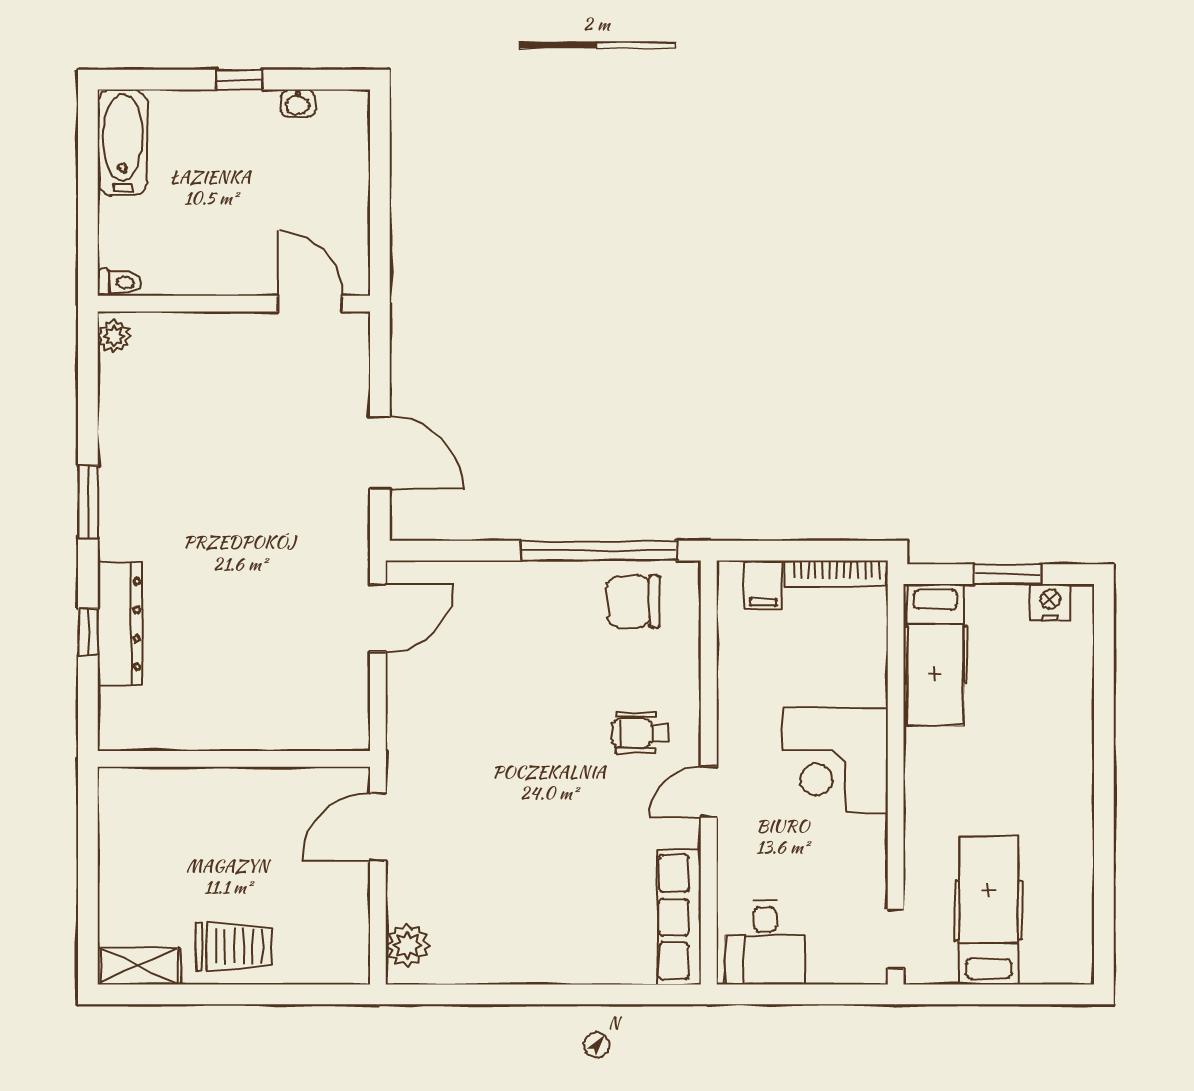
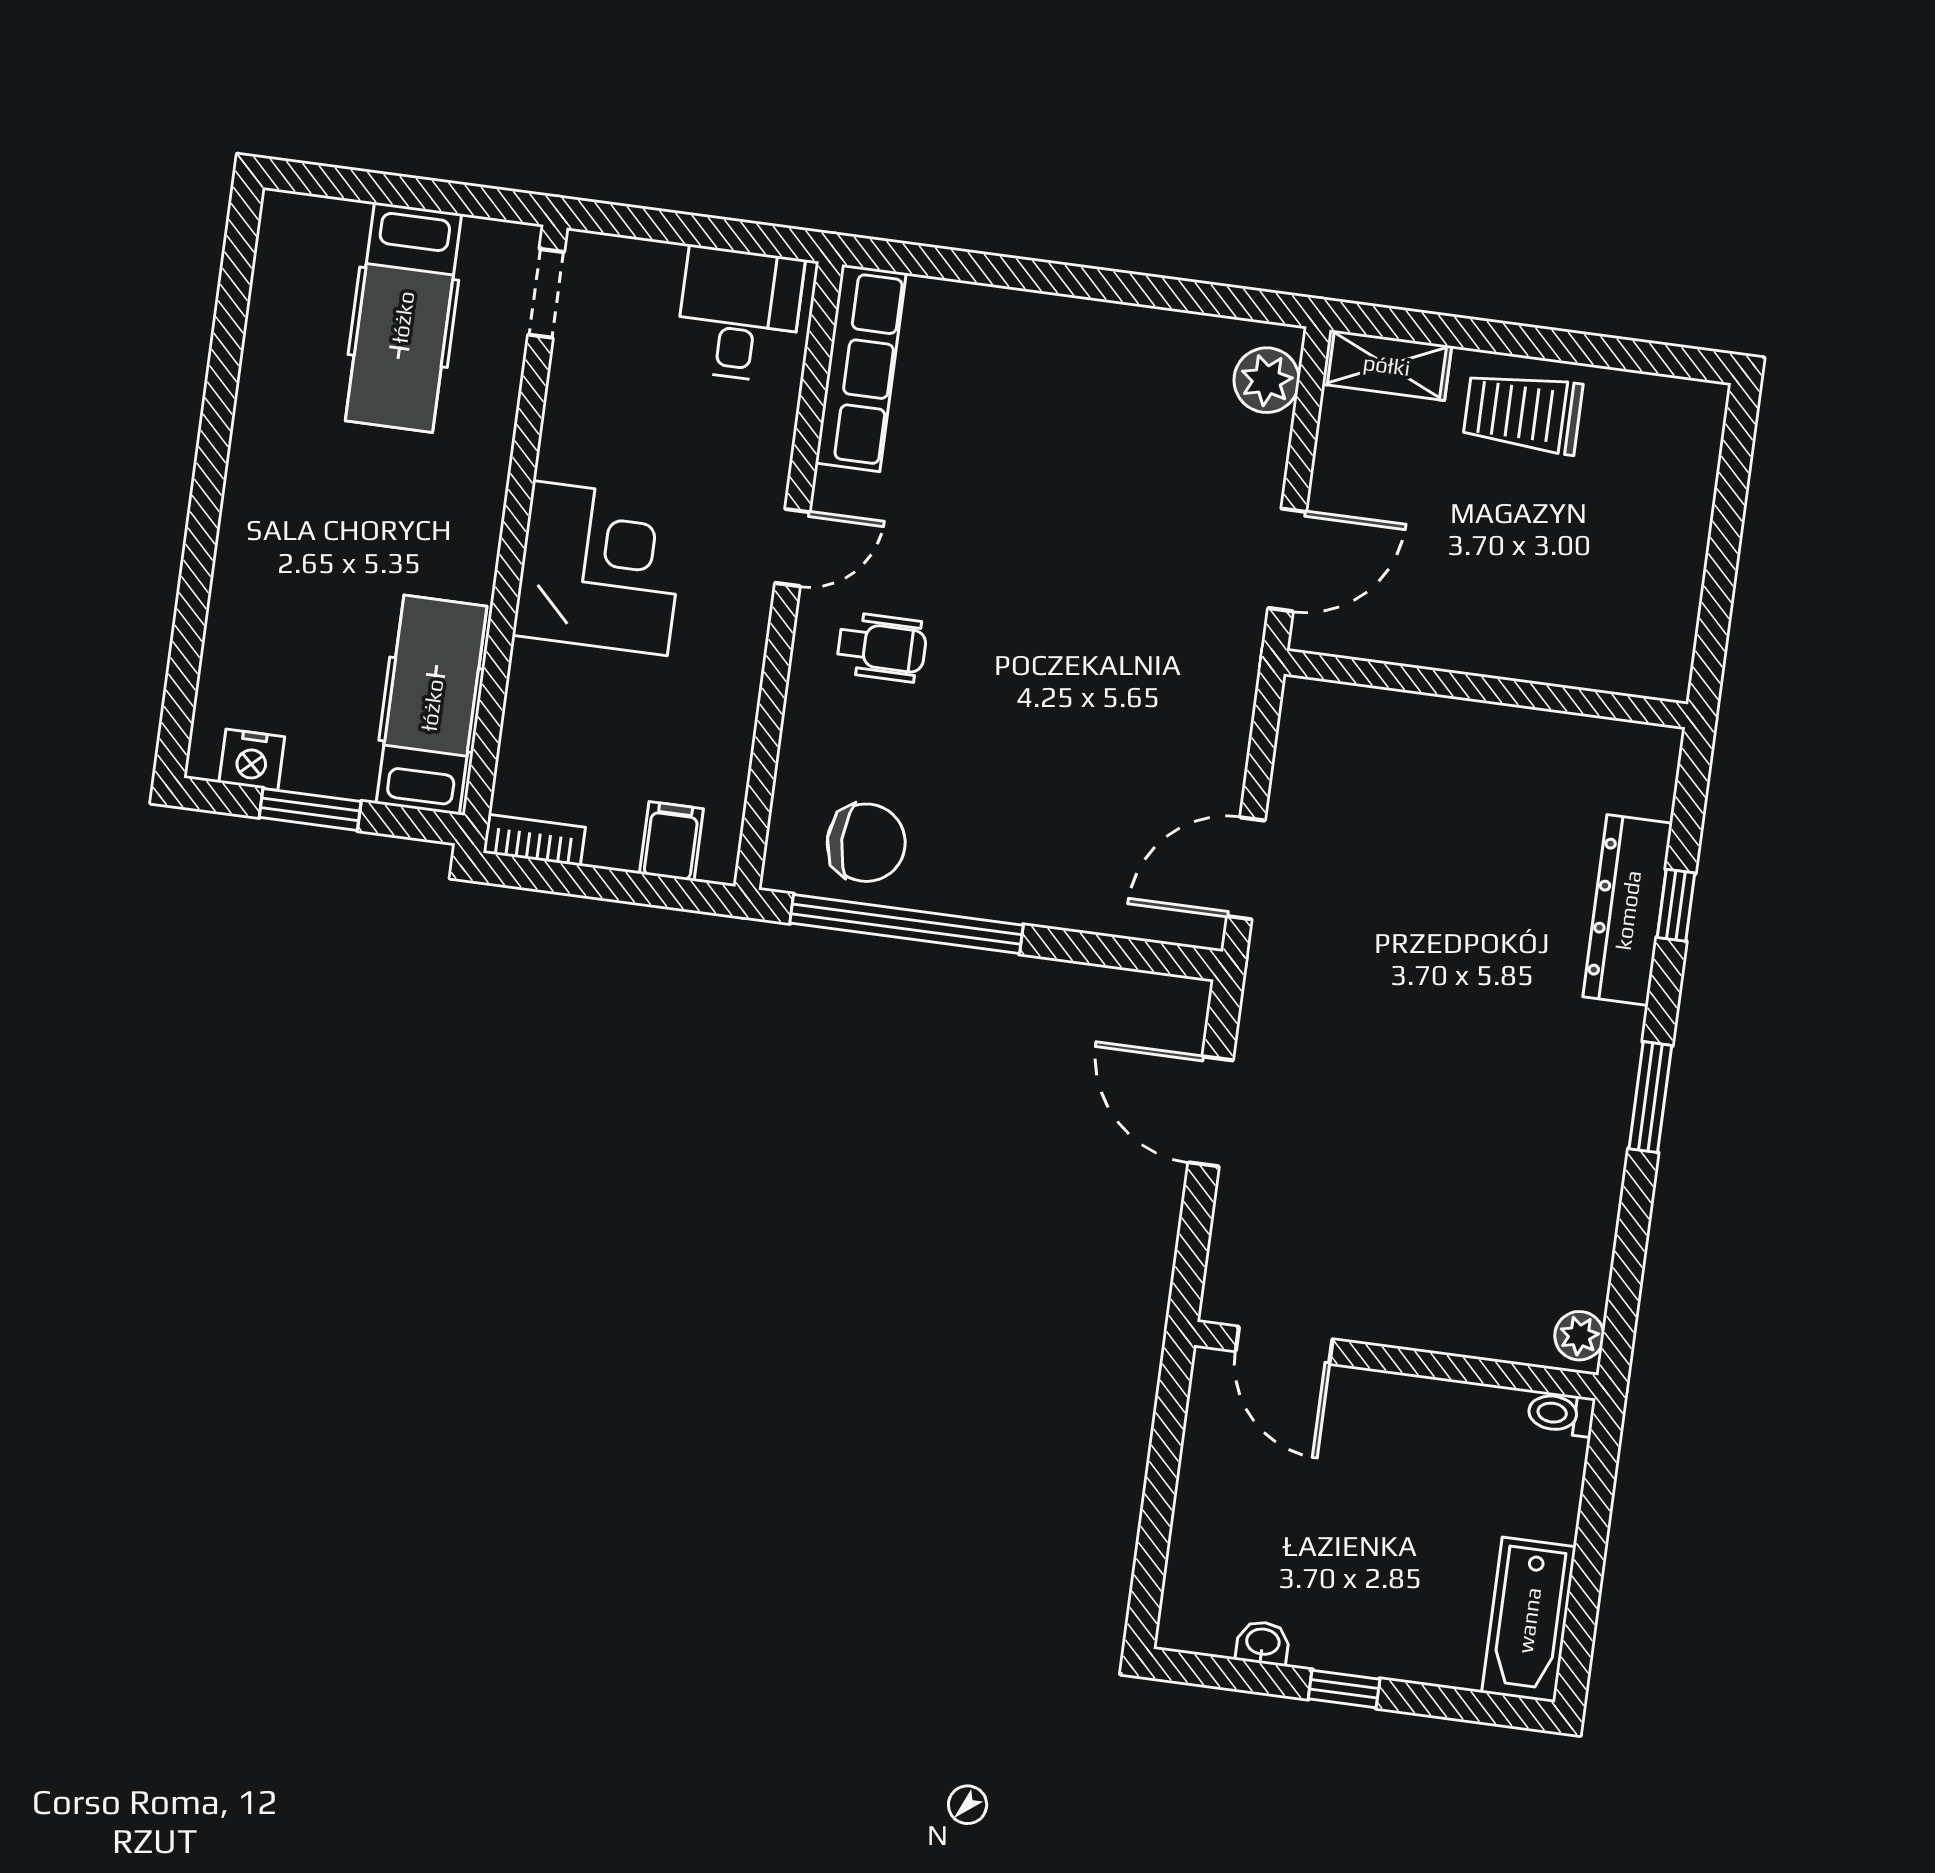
bookcase: (836, 574) -> (534, 840), width x0.64
shelving: (139, 966) -> (1387, 365), moved

